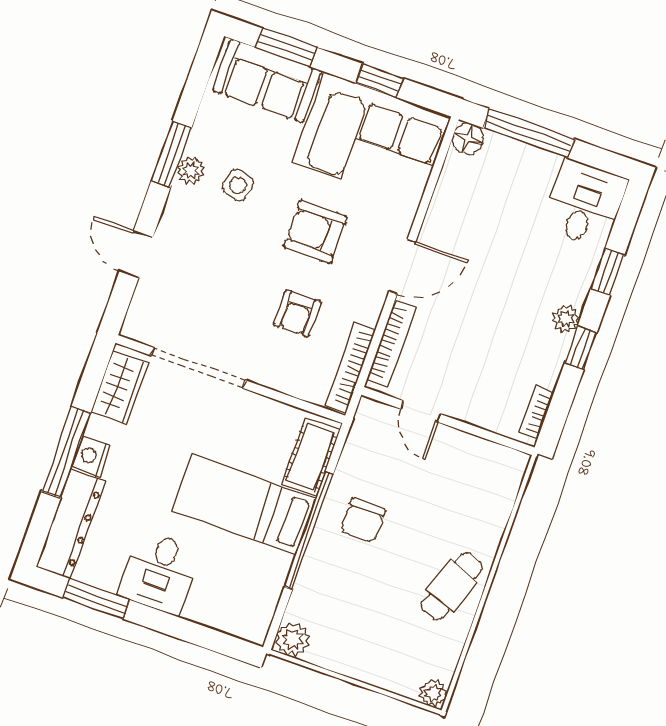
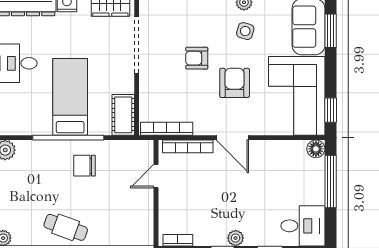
window: (380, 81) -> (331, 110), moved
armchair: (297, 314) -> (197, 58), moved
cot: (311, 457) -> (123, 115), moved, turned 90

